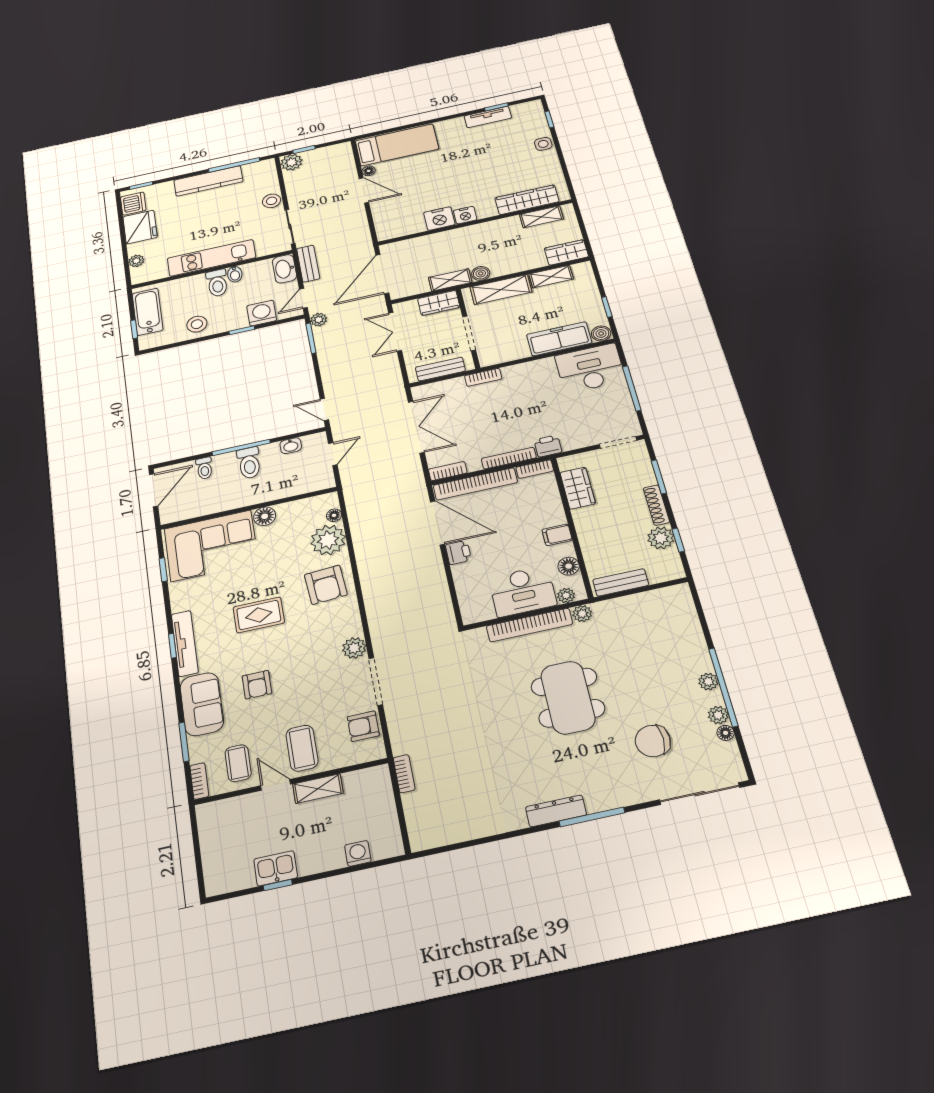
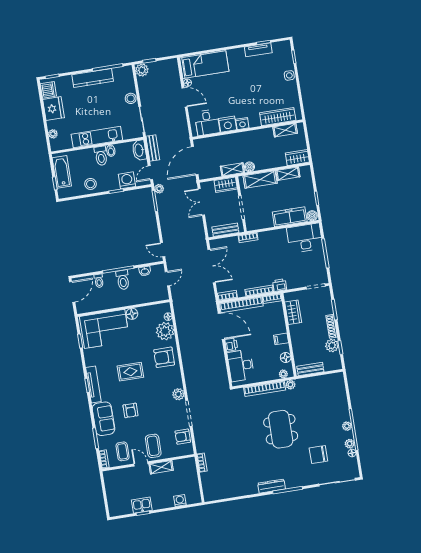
desk: (403, 220) -> (207, 122), added
armchair: (326, 585) -> (164, 357), turned 94
desk: (523, 591) -> (241, 365), moved, turned 90

